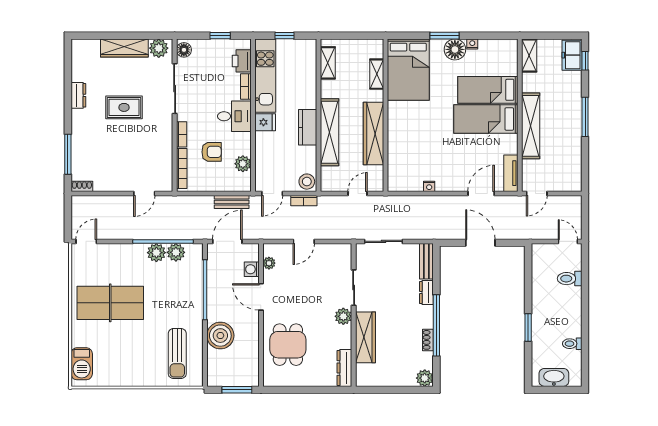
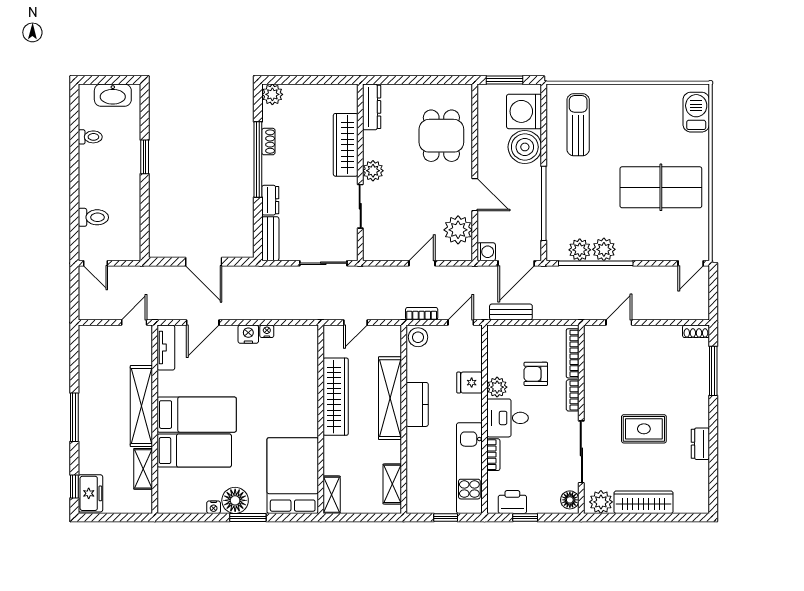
shelving: (529, 55) -> (143, 469), moved
printer: (242, 61) -> (512, 502), moved, turned -90
shelving: (377, 74) -> (332, 495), moved
fridge: (265, 122) -> (470, 383), moved
plant: (243, 164) -> (497, 387), moved
nightstand: (444, 184) -> (248, 334), added
plant: (269, 263) -> (458, 230), width x1.87, depth x1.87
washing machine: (252, 269) -> (486, 252), moved
washing machine: (221, 364) -> (524, 111), added

